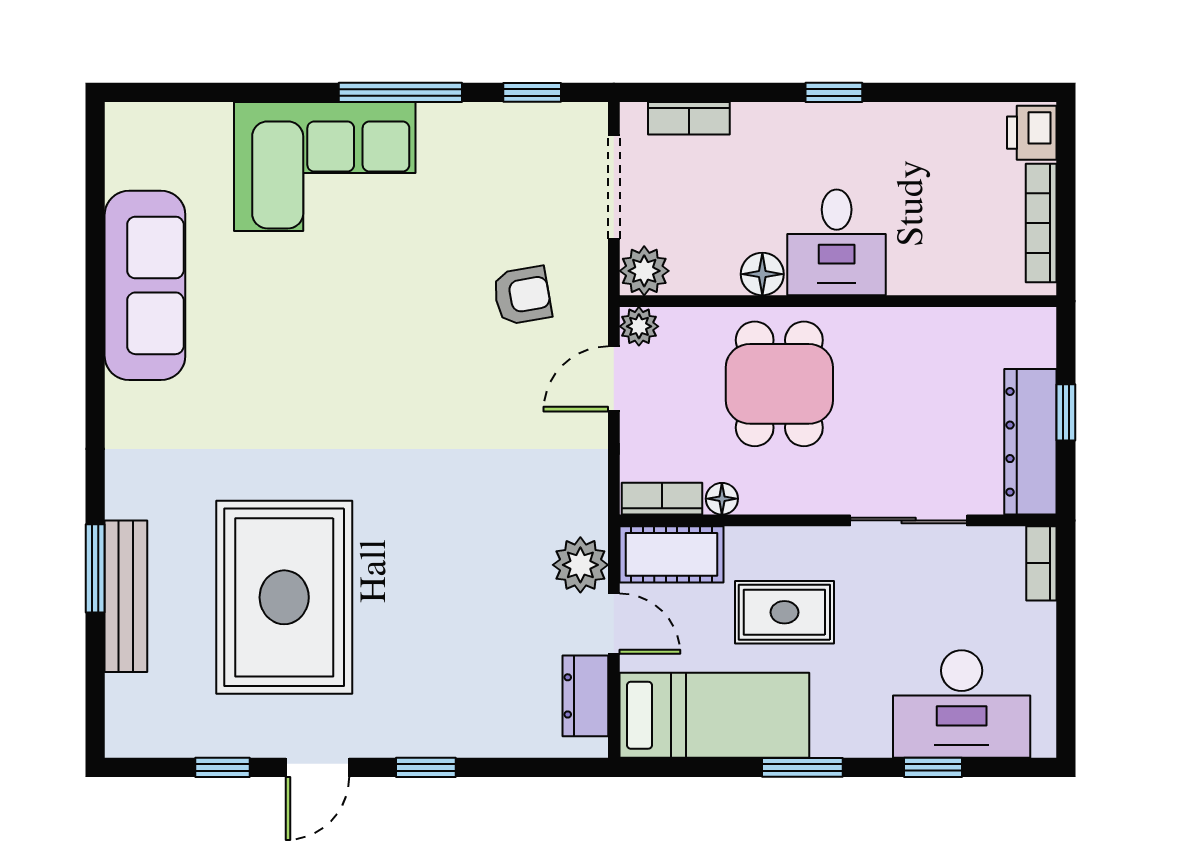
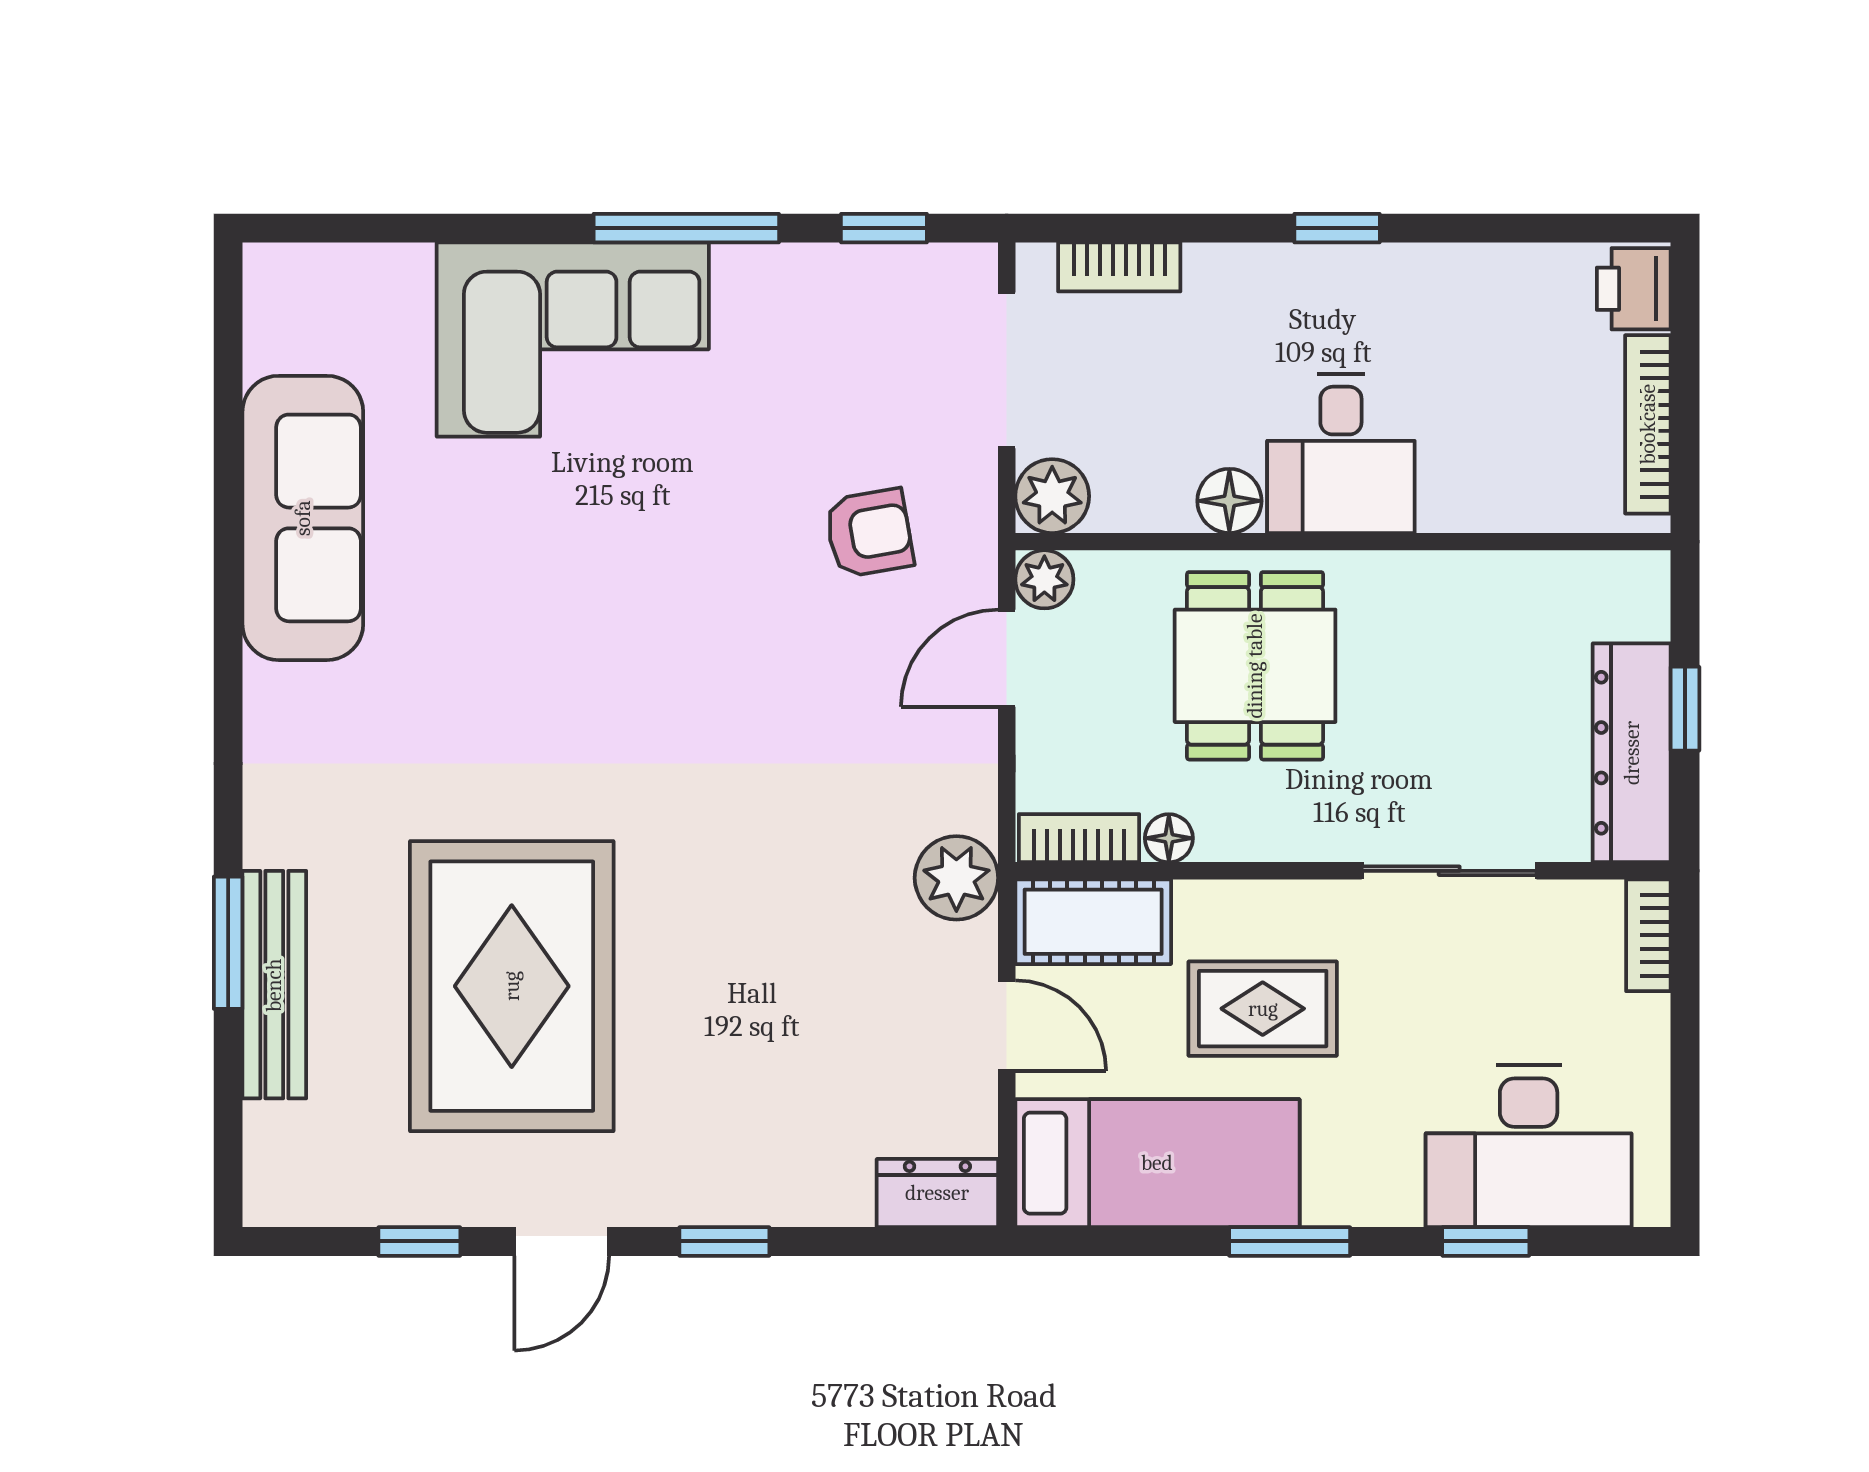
plant: (580, 565) -> (956, 878), moved
dresser: (585, 696) -> (937, 1193), moved, turned 90

